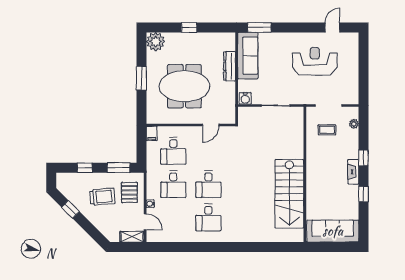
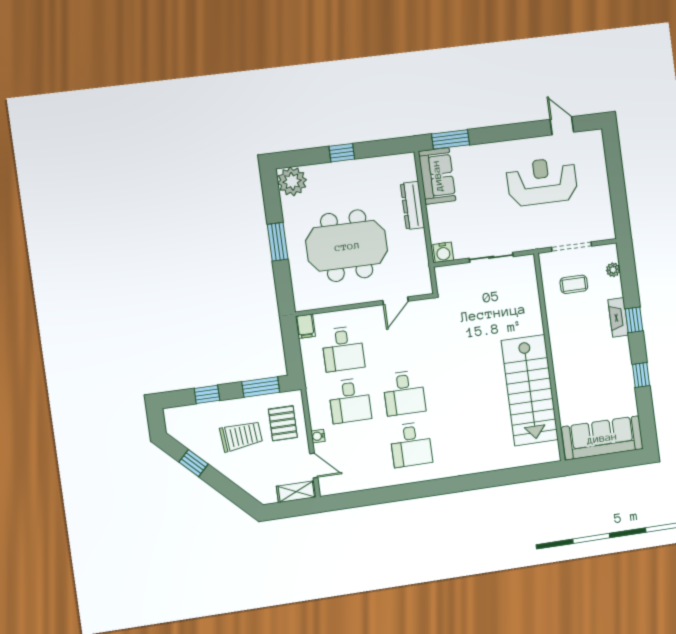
door: (332, 27) -> (562, 126), hinge flipped
sofa: (248, 56) -> (437, 176), width x0.73
fireplace: (353, 172) -> (618, 317), moved

